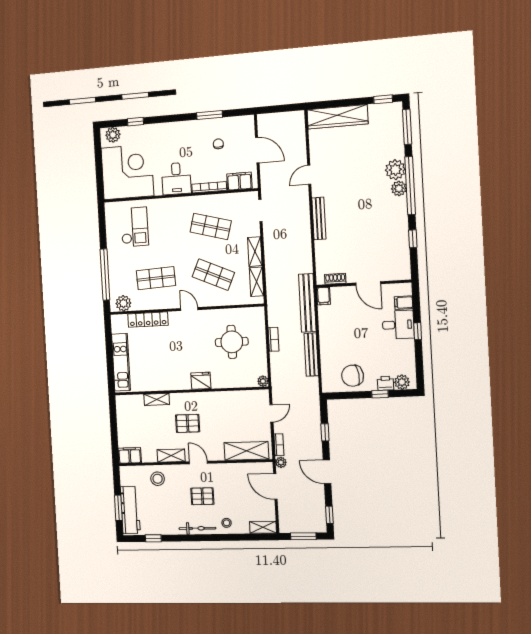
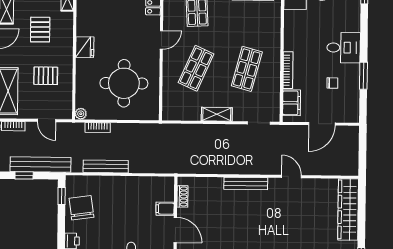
desk: (176, 179) -> (344, 48), moved, turned 180
shelving: (256, 282) -> (185, 114), removed
door: (368, 283) -> (175, 230), swing flipped
filing cabinet: (323, 296) -> (165, 209), moved
bench: (307, 303) -> (40, 164), moved
bookcase: (274, 339) -> (98, 128), moved
round table: (232, 342) -> (124, 83), width x1.36, depth x1.36
window: (380, 394) -> (62, 196), moved
pallet: (230, 416) -> (46, 76), added

